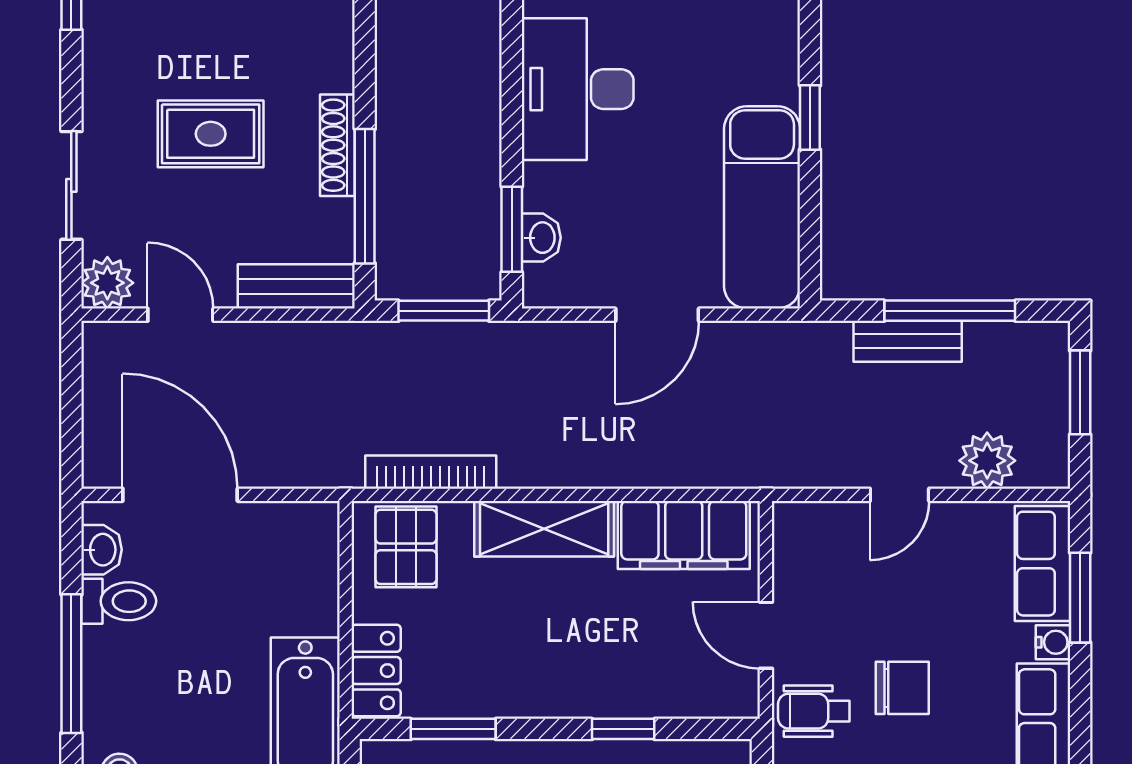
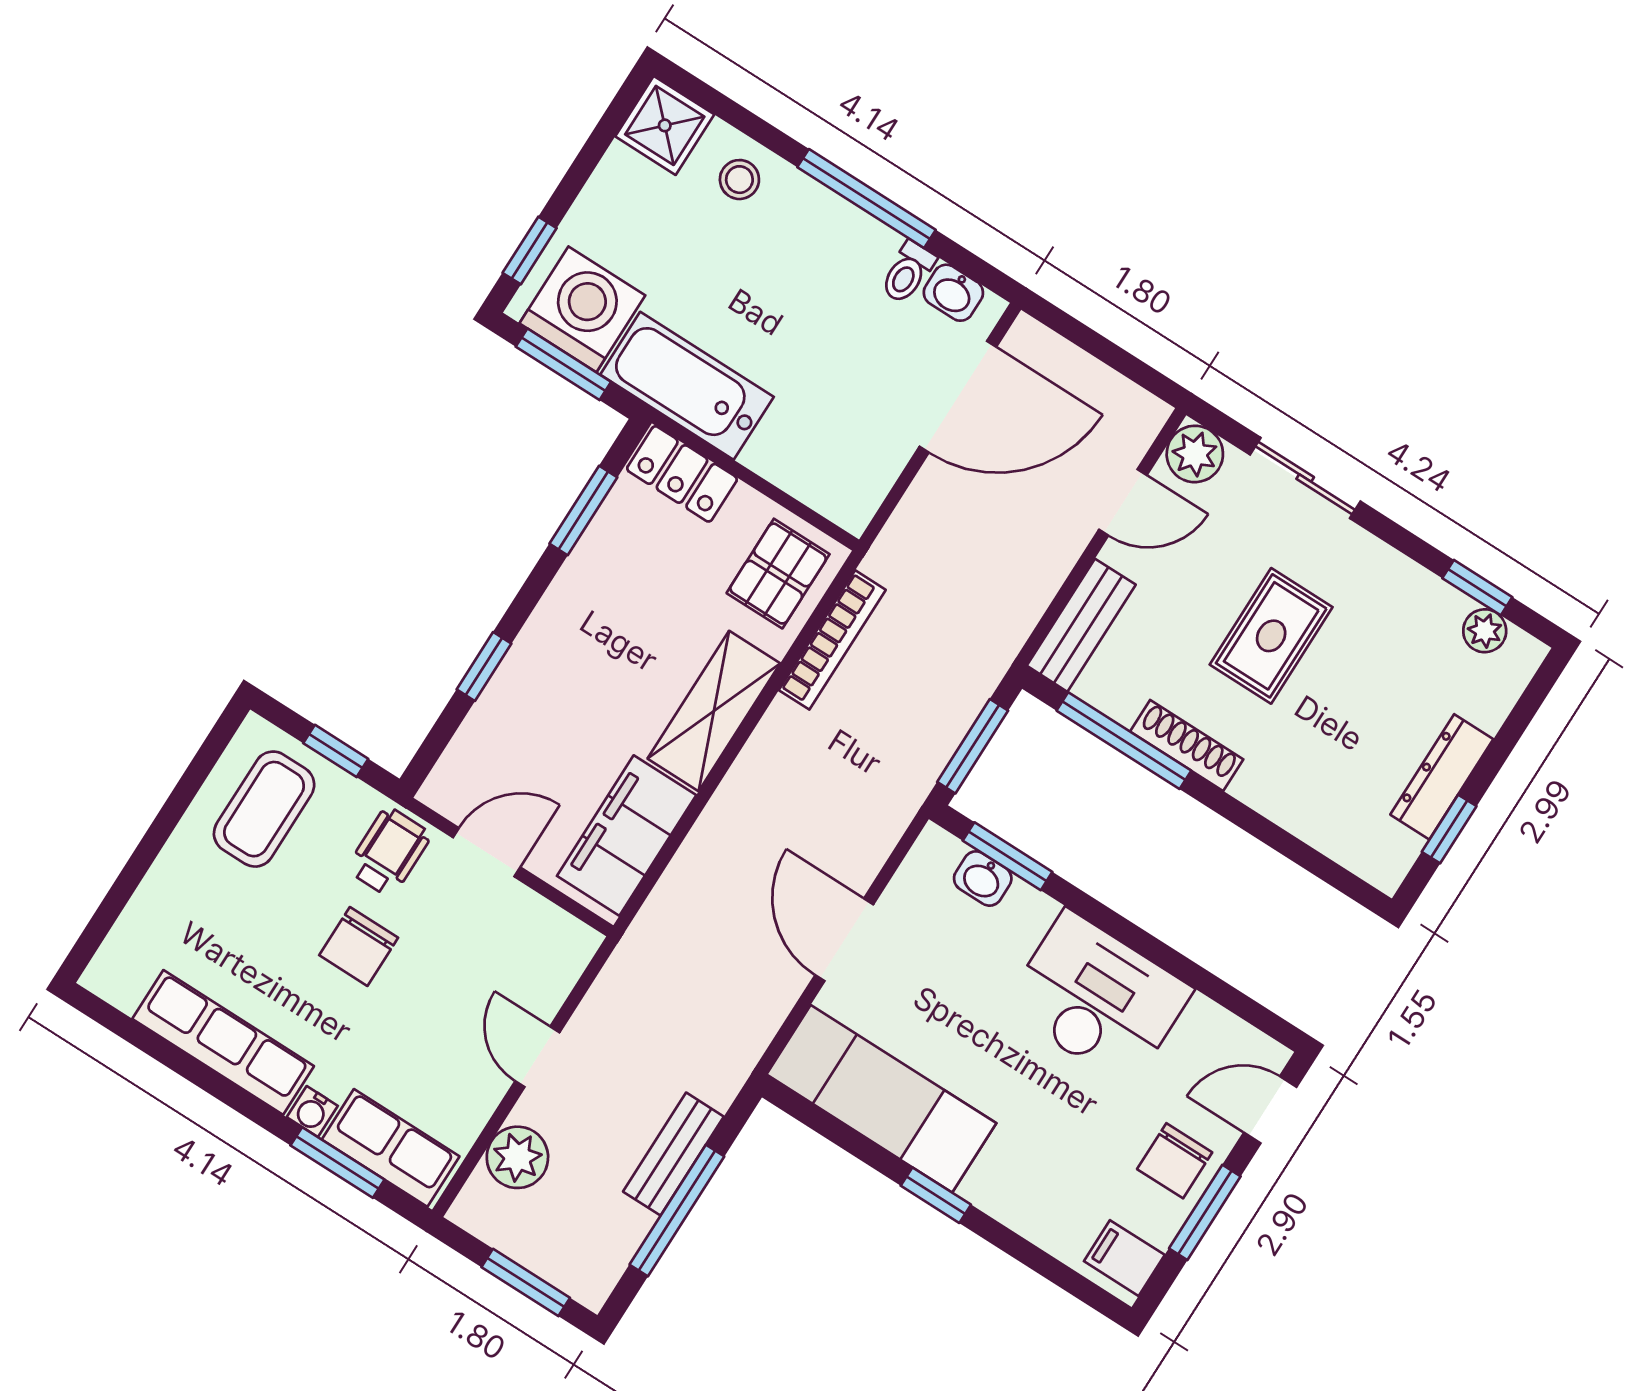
pallet: (406, 547) -> (778, 574), turned 90
toilet: (119, 601) -> (908, 272), width x0.73, depth x0.72

